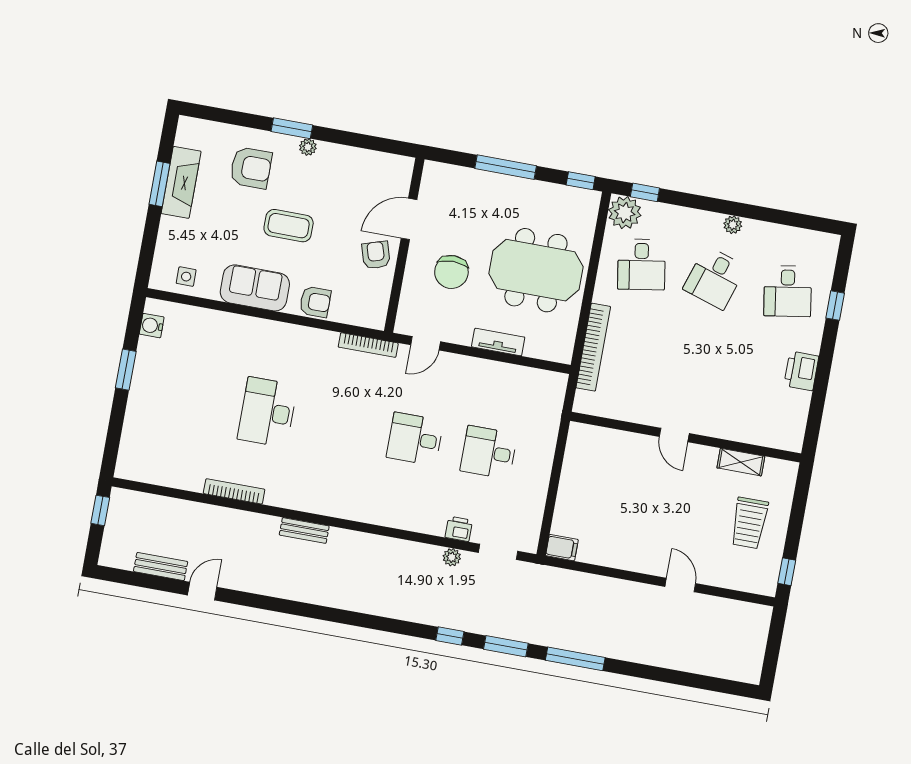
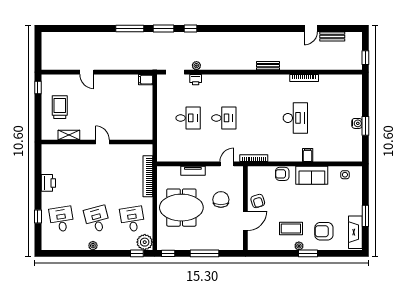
fireplace: (181, 182) -> (355, 232), moved
coffee table: (289, 226) -> (291, 229), moved
desk: (715, 278) -> (97, 219), turned -33
water cooler: (152, 326) -> (357, 123), moved
filing cabinet: (256, 331) -> (308, 155), added

